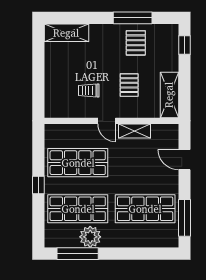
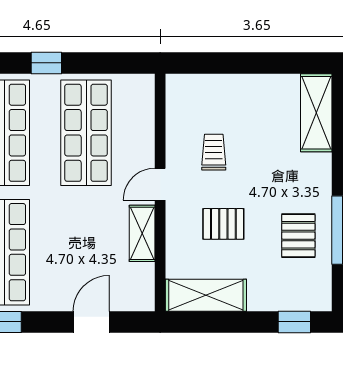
pallet: (136, 43) -> (298, 236), turned 90

